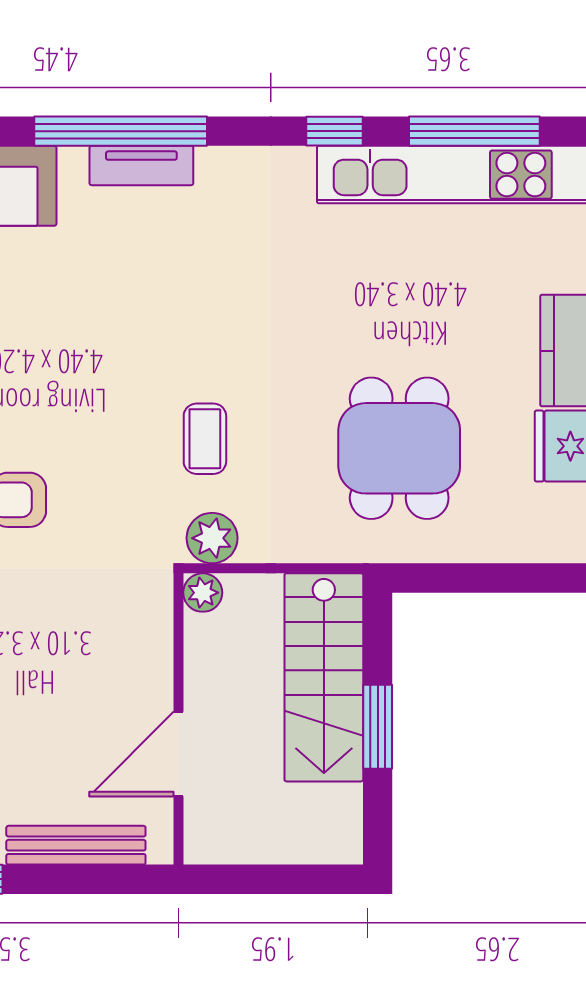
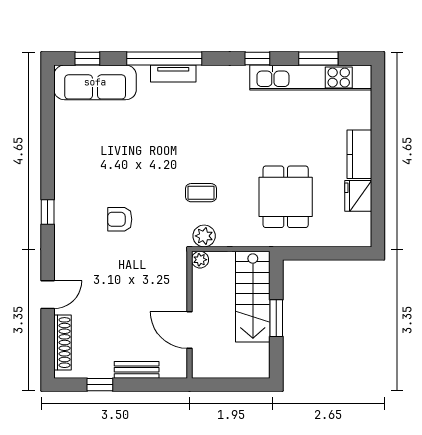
window: (474, 131) -> (318, 59), width x0.69
coffee table: (205, 439) -> (201, 193), turned 90
door: (179, 754) -> (189, 330), hinge flipped
bench: (76, 845) -> (137, 370), width x0.73

